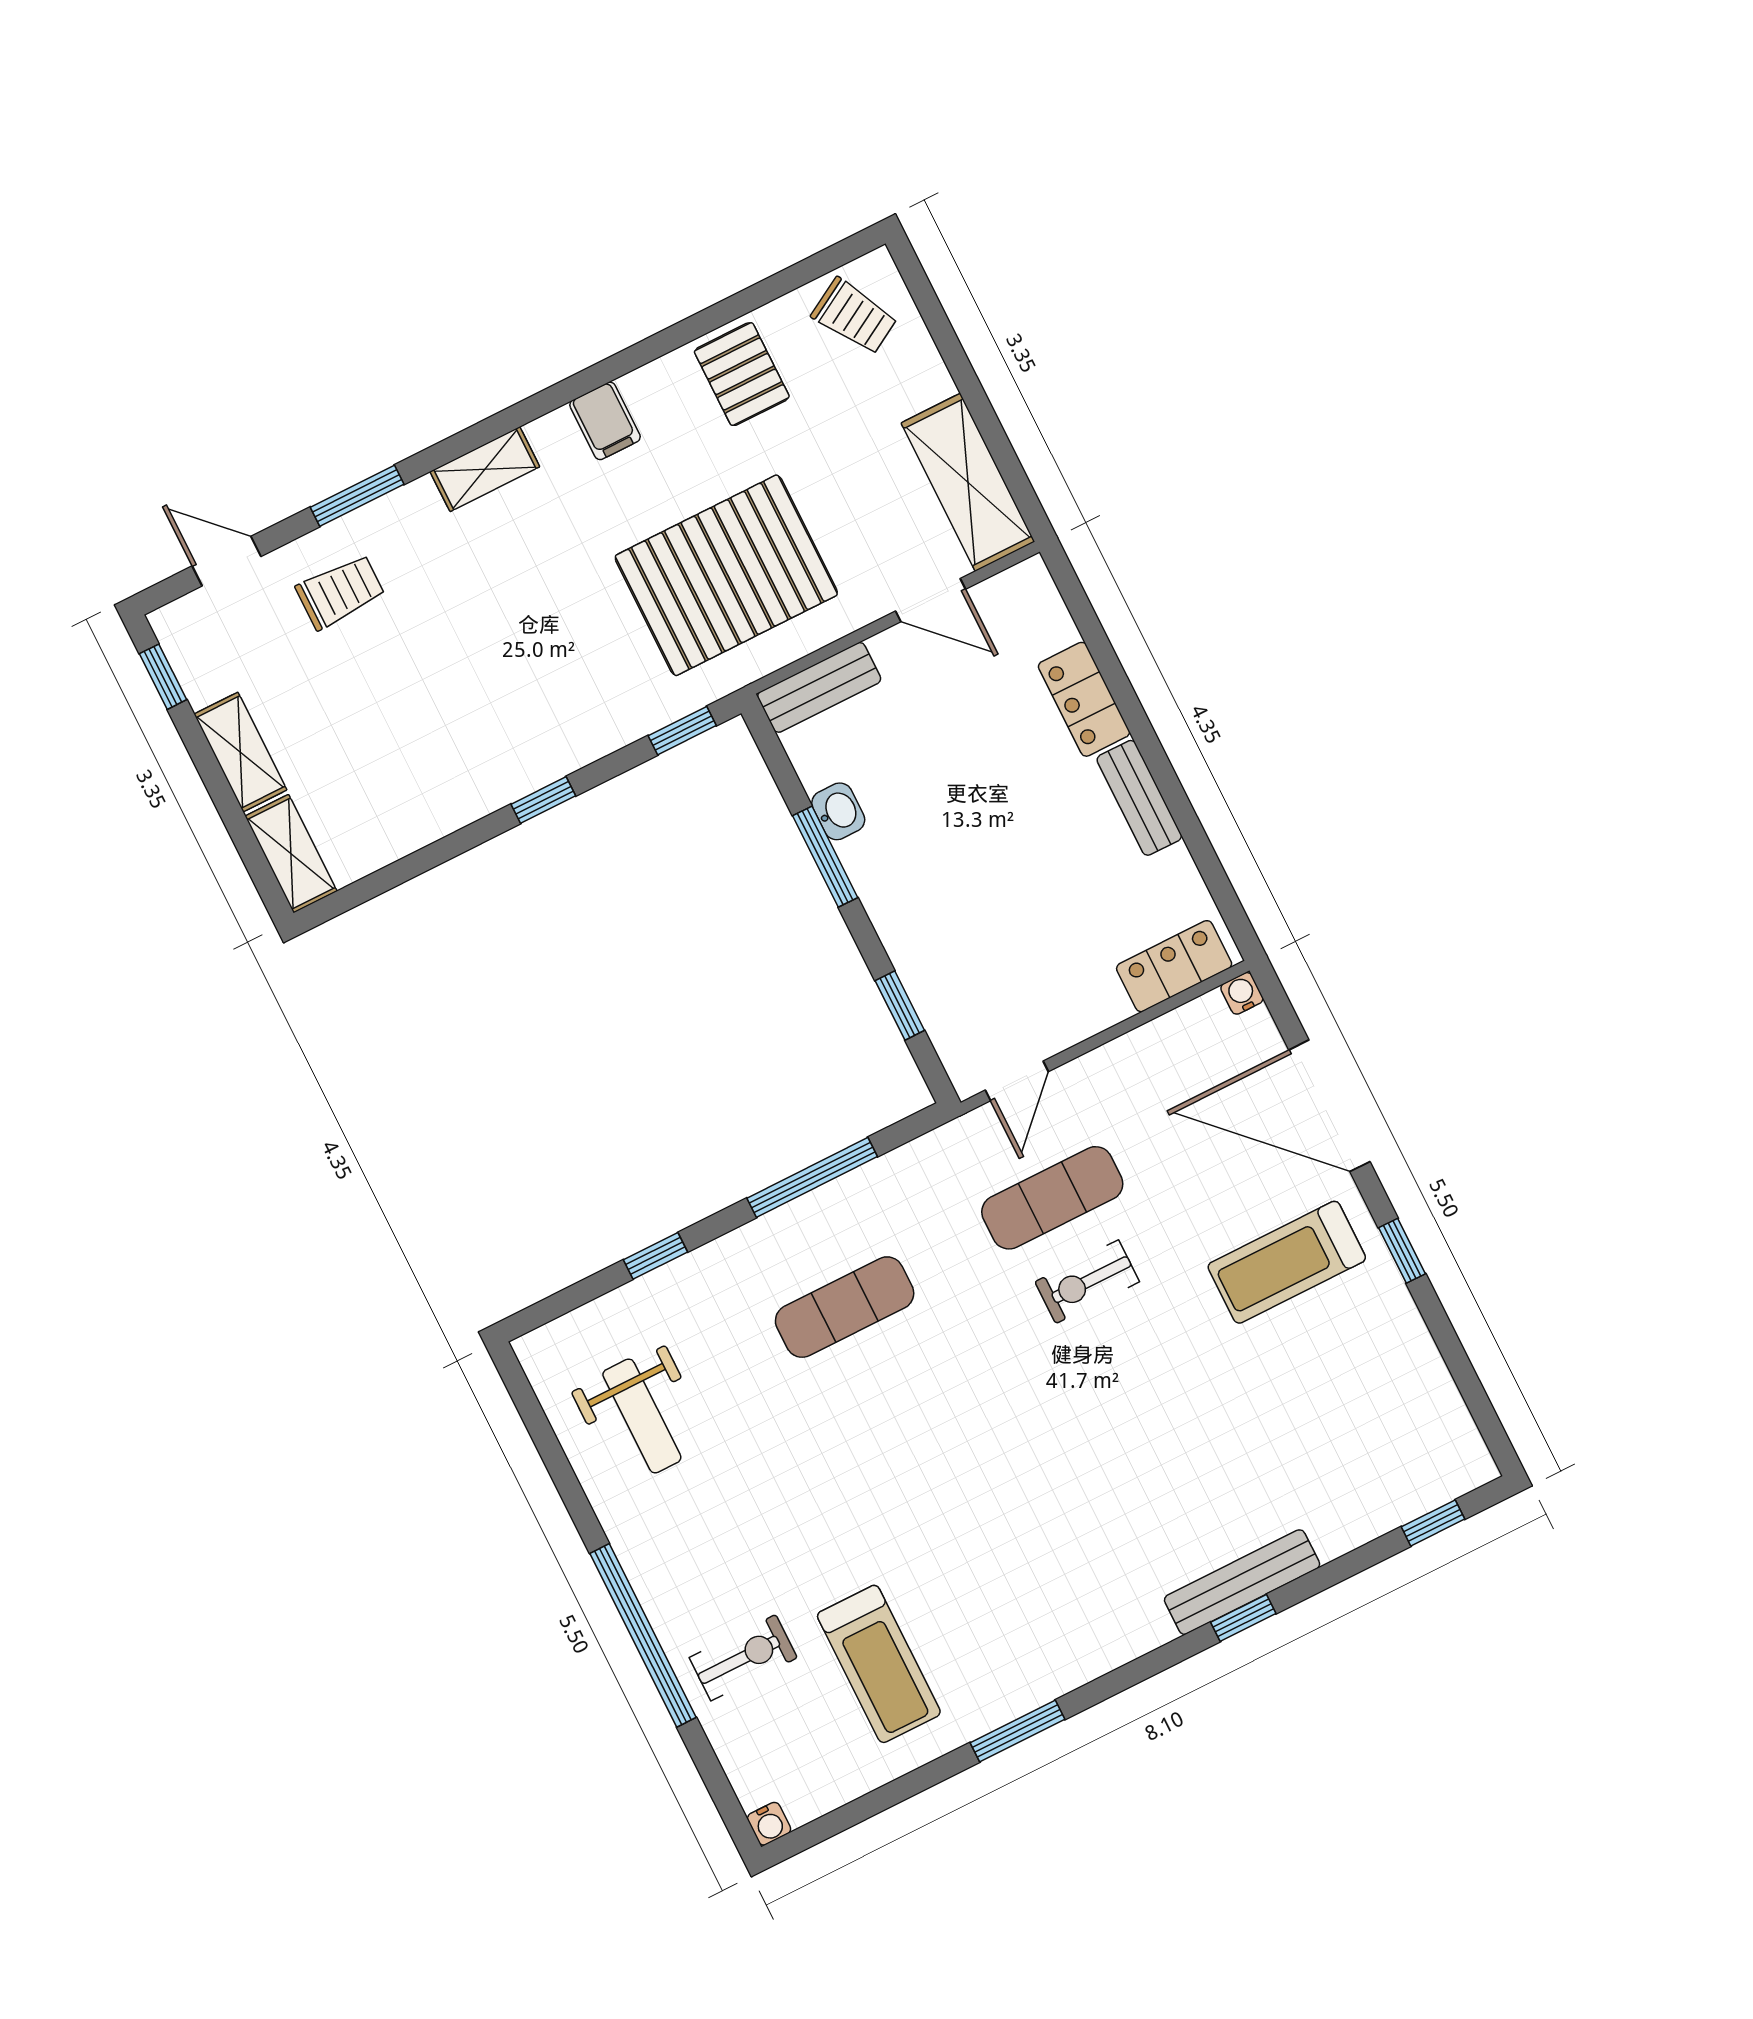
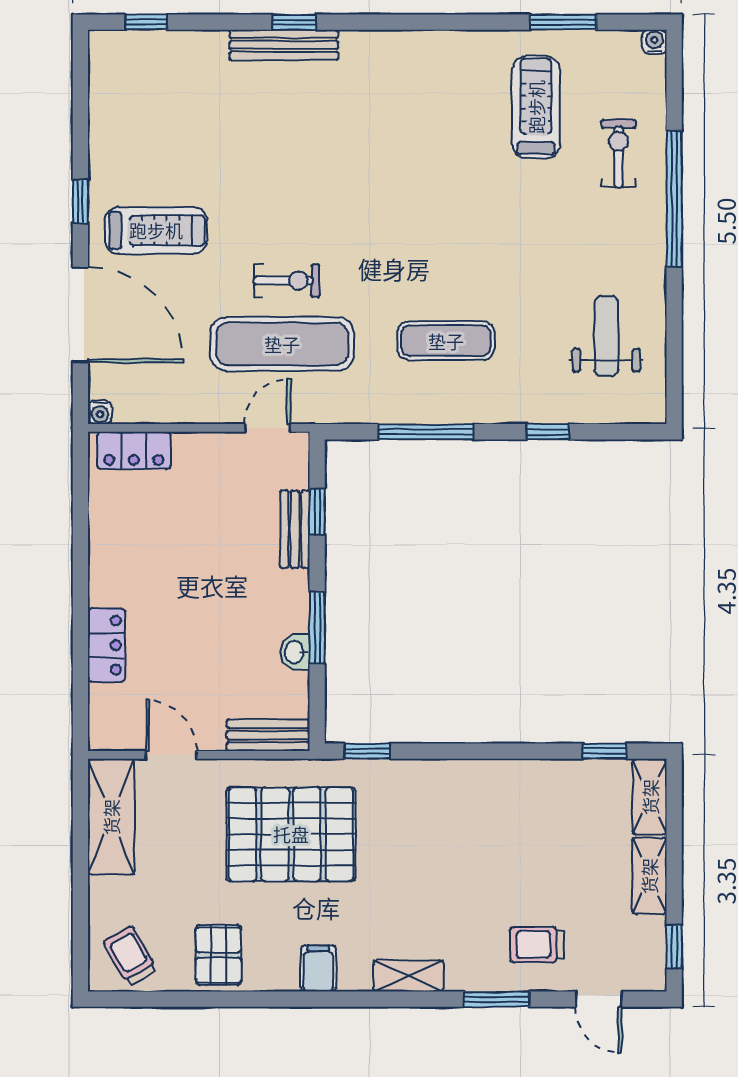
bench: (1139, 798) -> (295, 529), moved
window: (543, 800) -> (605, 751), moved
exercise mat: (1052, 1198) -> (282, 344), width x1.36, depth x1.45
exercise bike: (743, 1658) -> (619, 154), turned 90
window: (1018, 1731) -> (563, 22), moved

